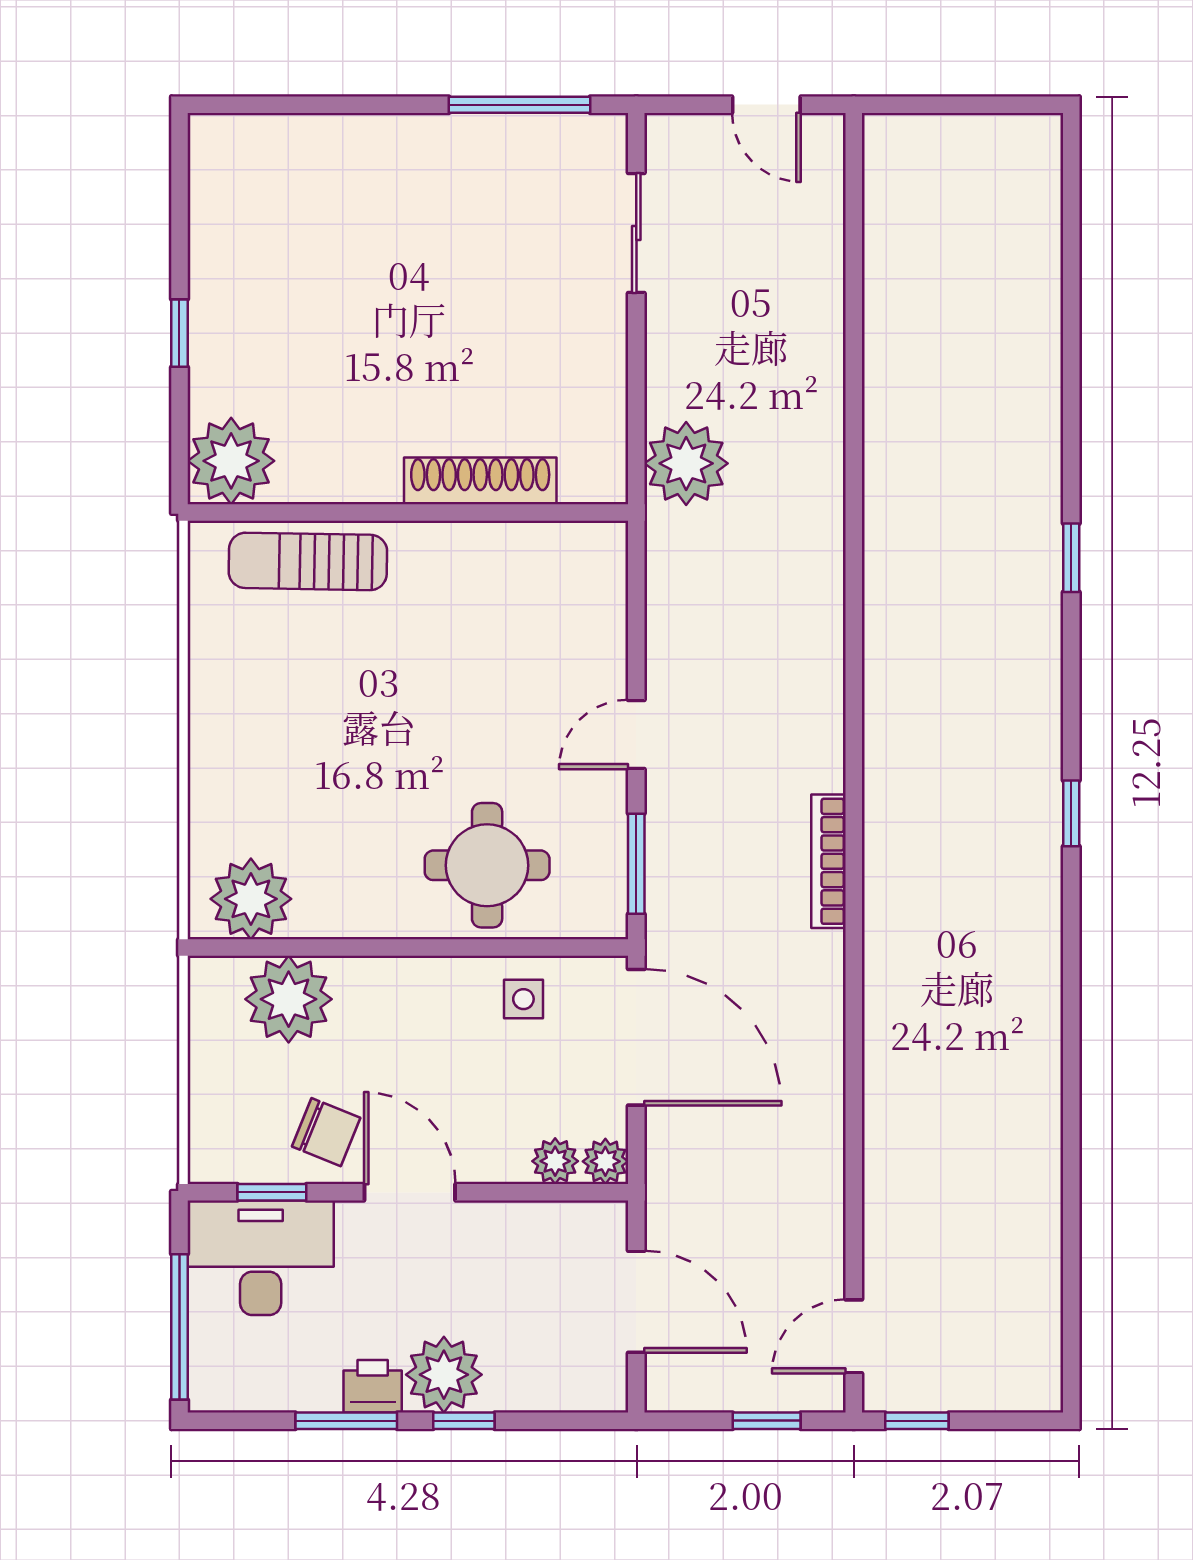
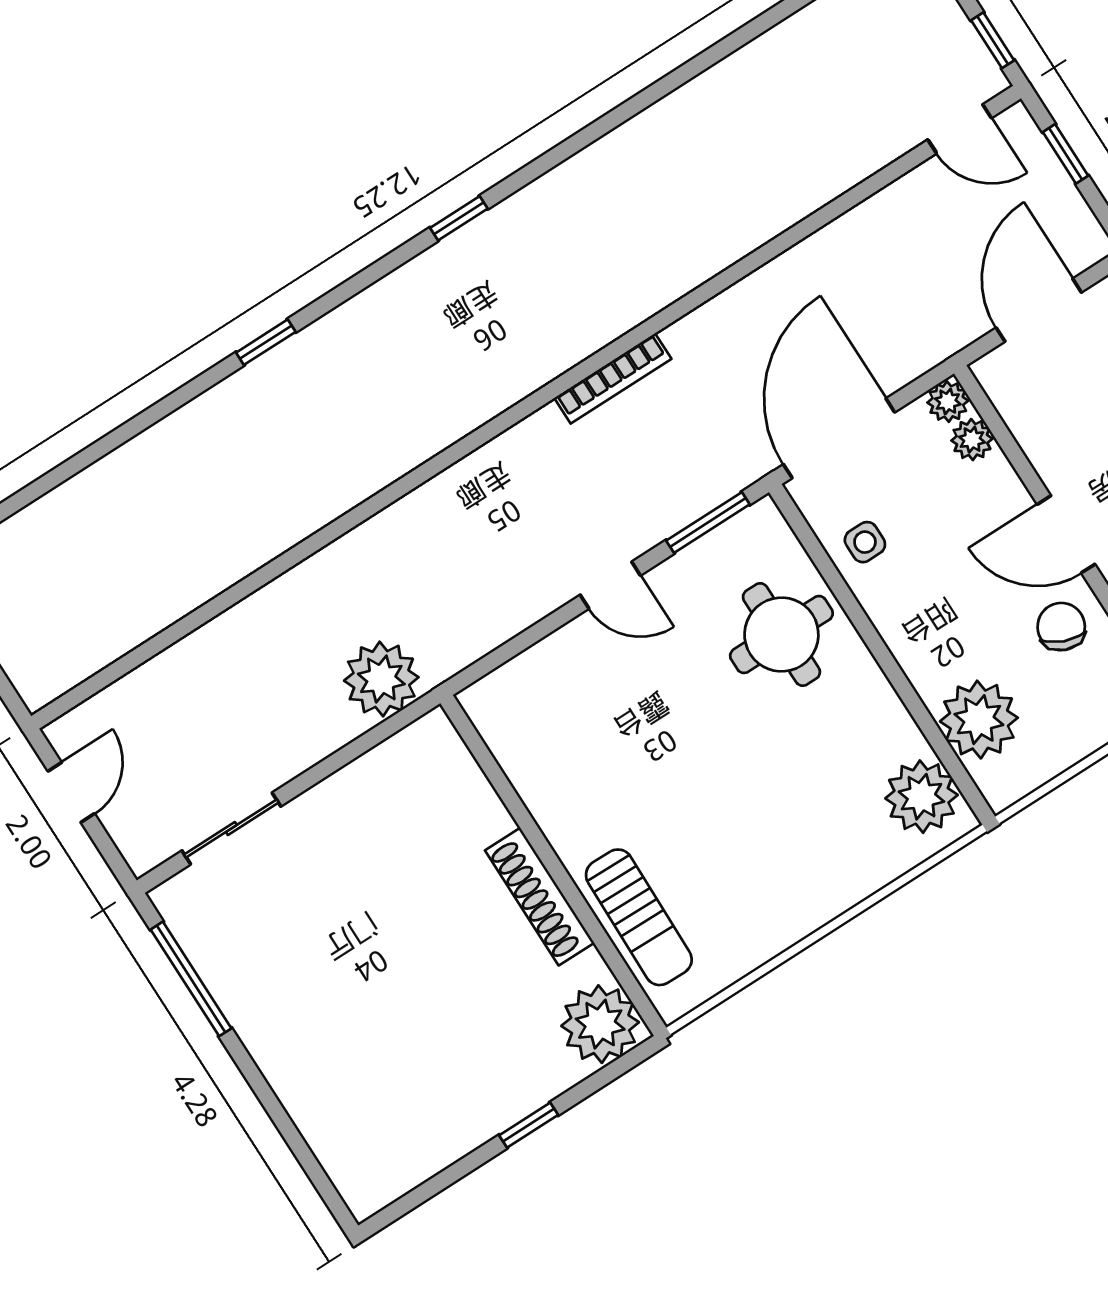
shoe rack: (480, 481) -> (540, 897), moved
door: (410, 1192) -> (1066, 534), hinge flipped

